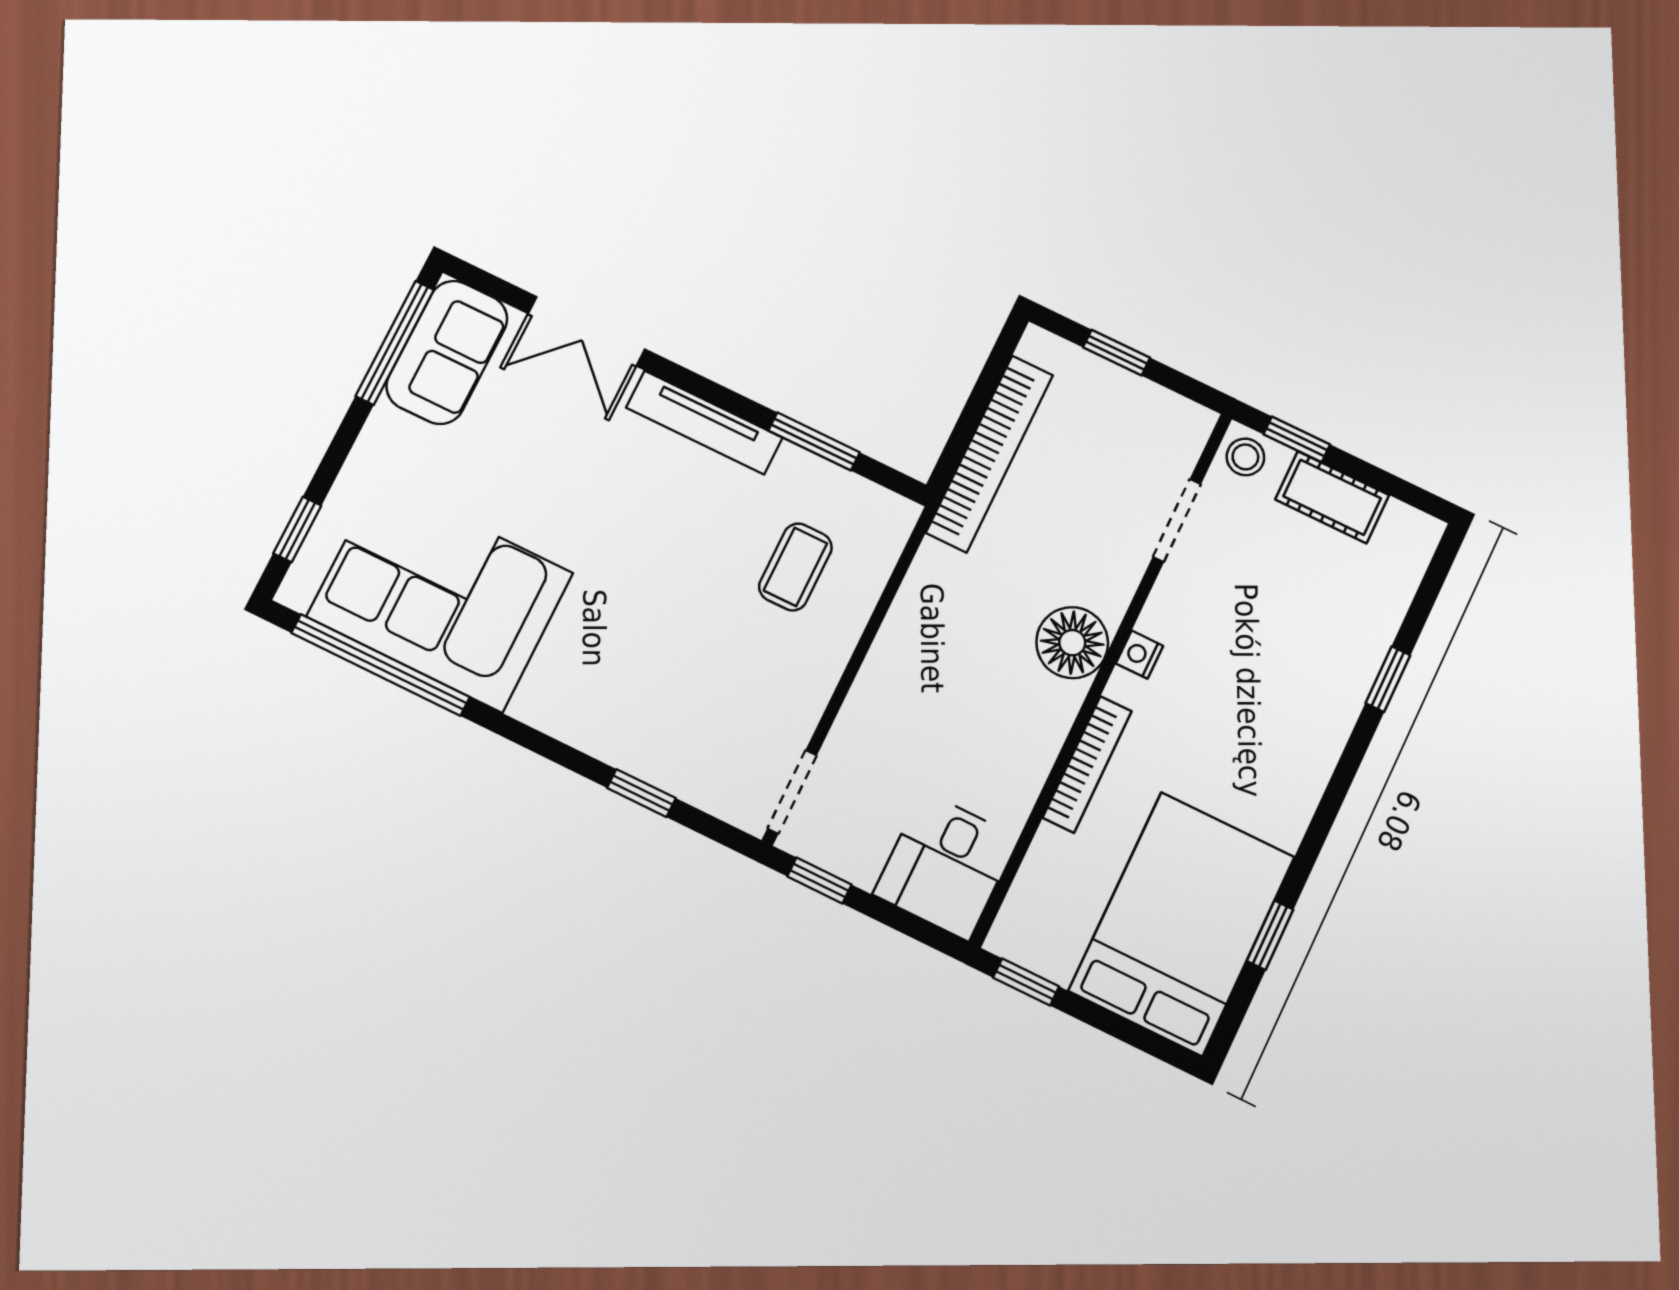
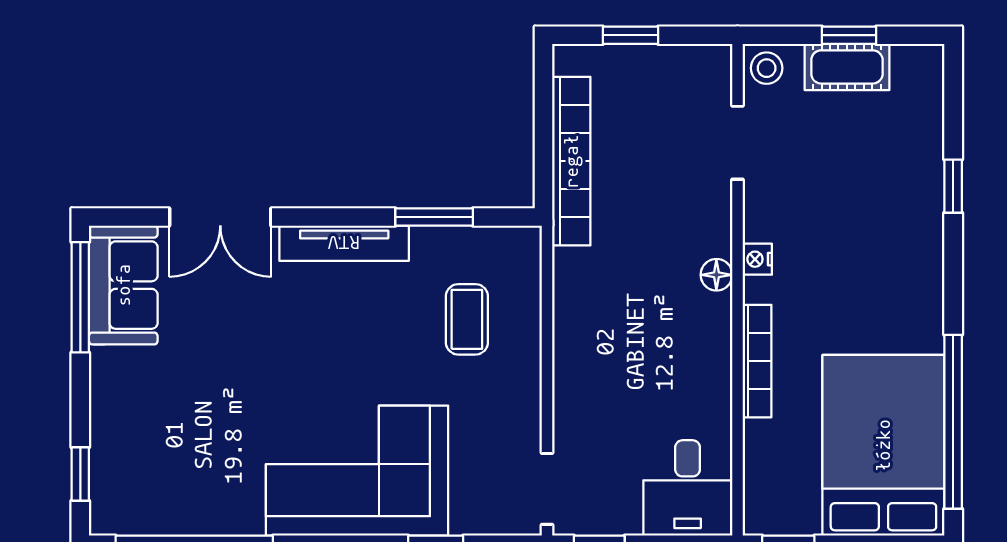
window: (1297, 439) -> (849, 35), moved
corner sofa: (440, 595) -> (357, 471), moved
floor lamp: (1072, 643) -> (716, 275), width x0.53, depth x0.53
window: (1270, 935) -> (953, 422), width x3.17

